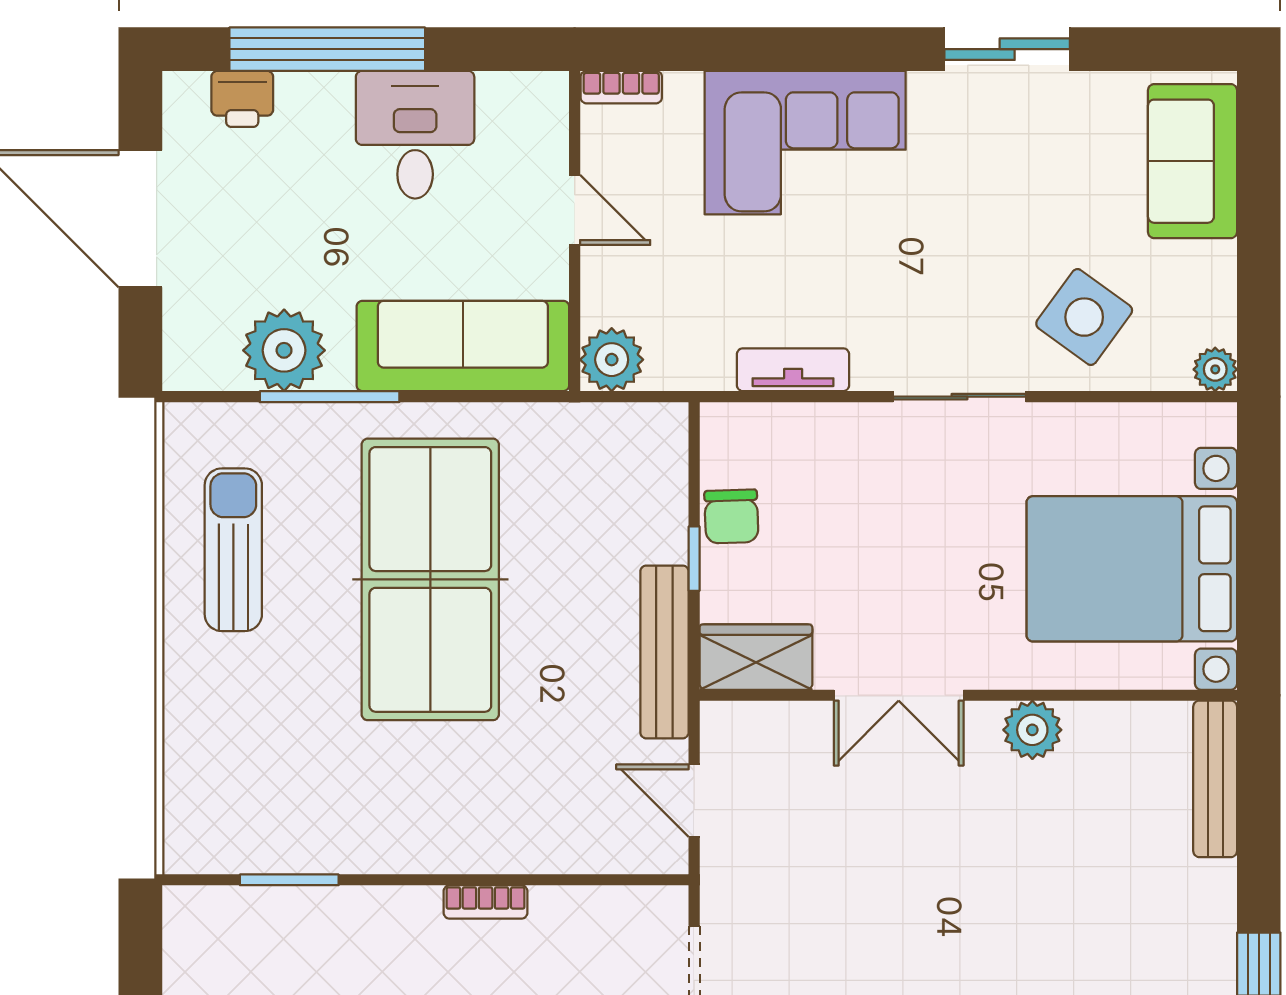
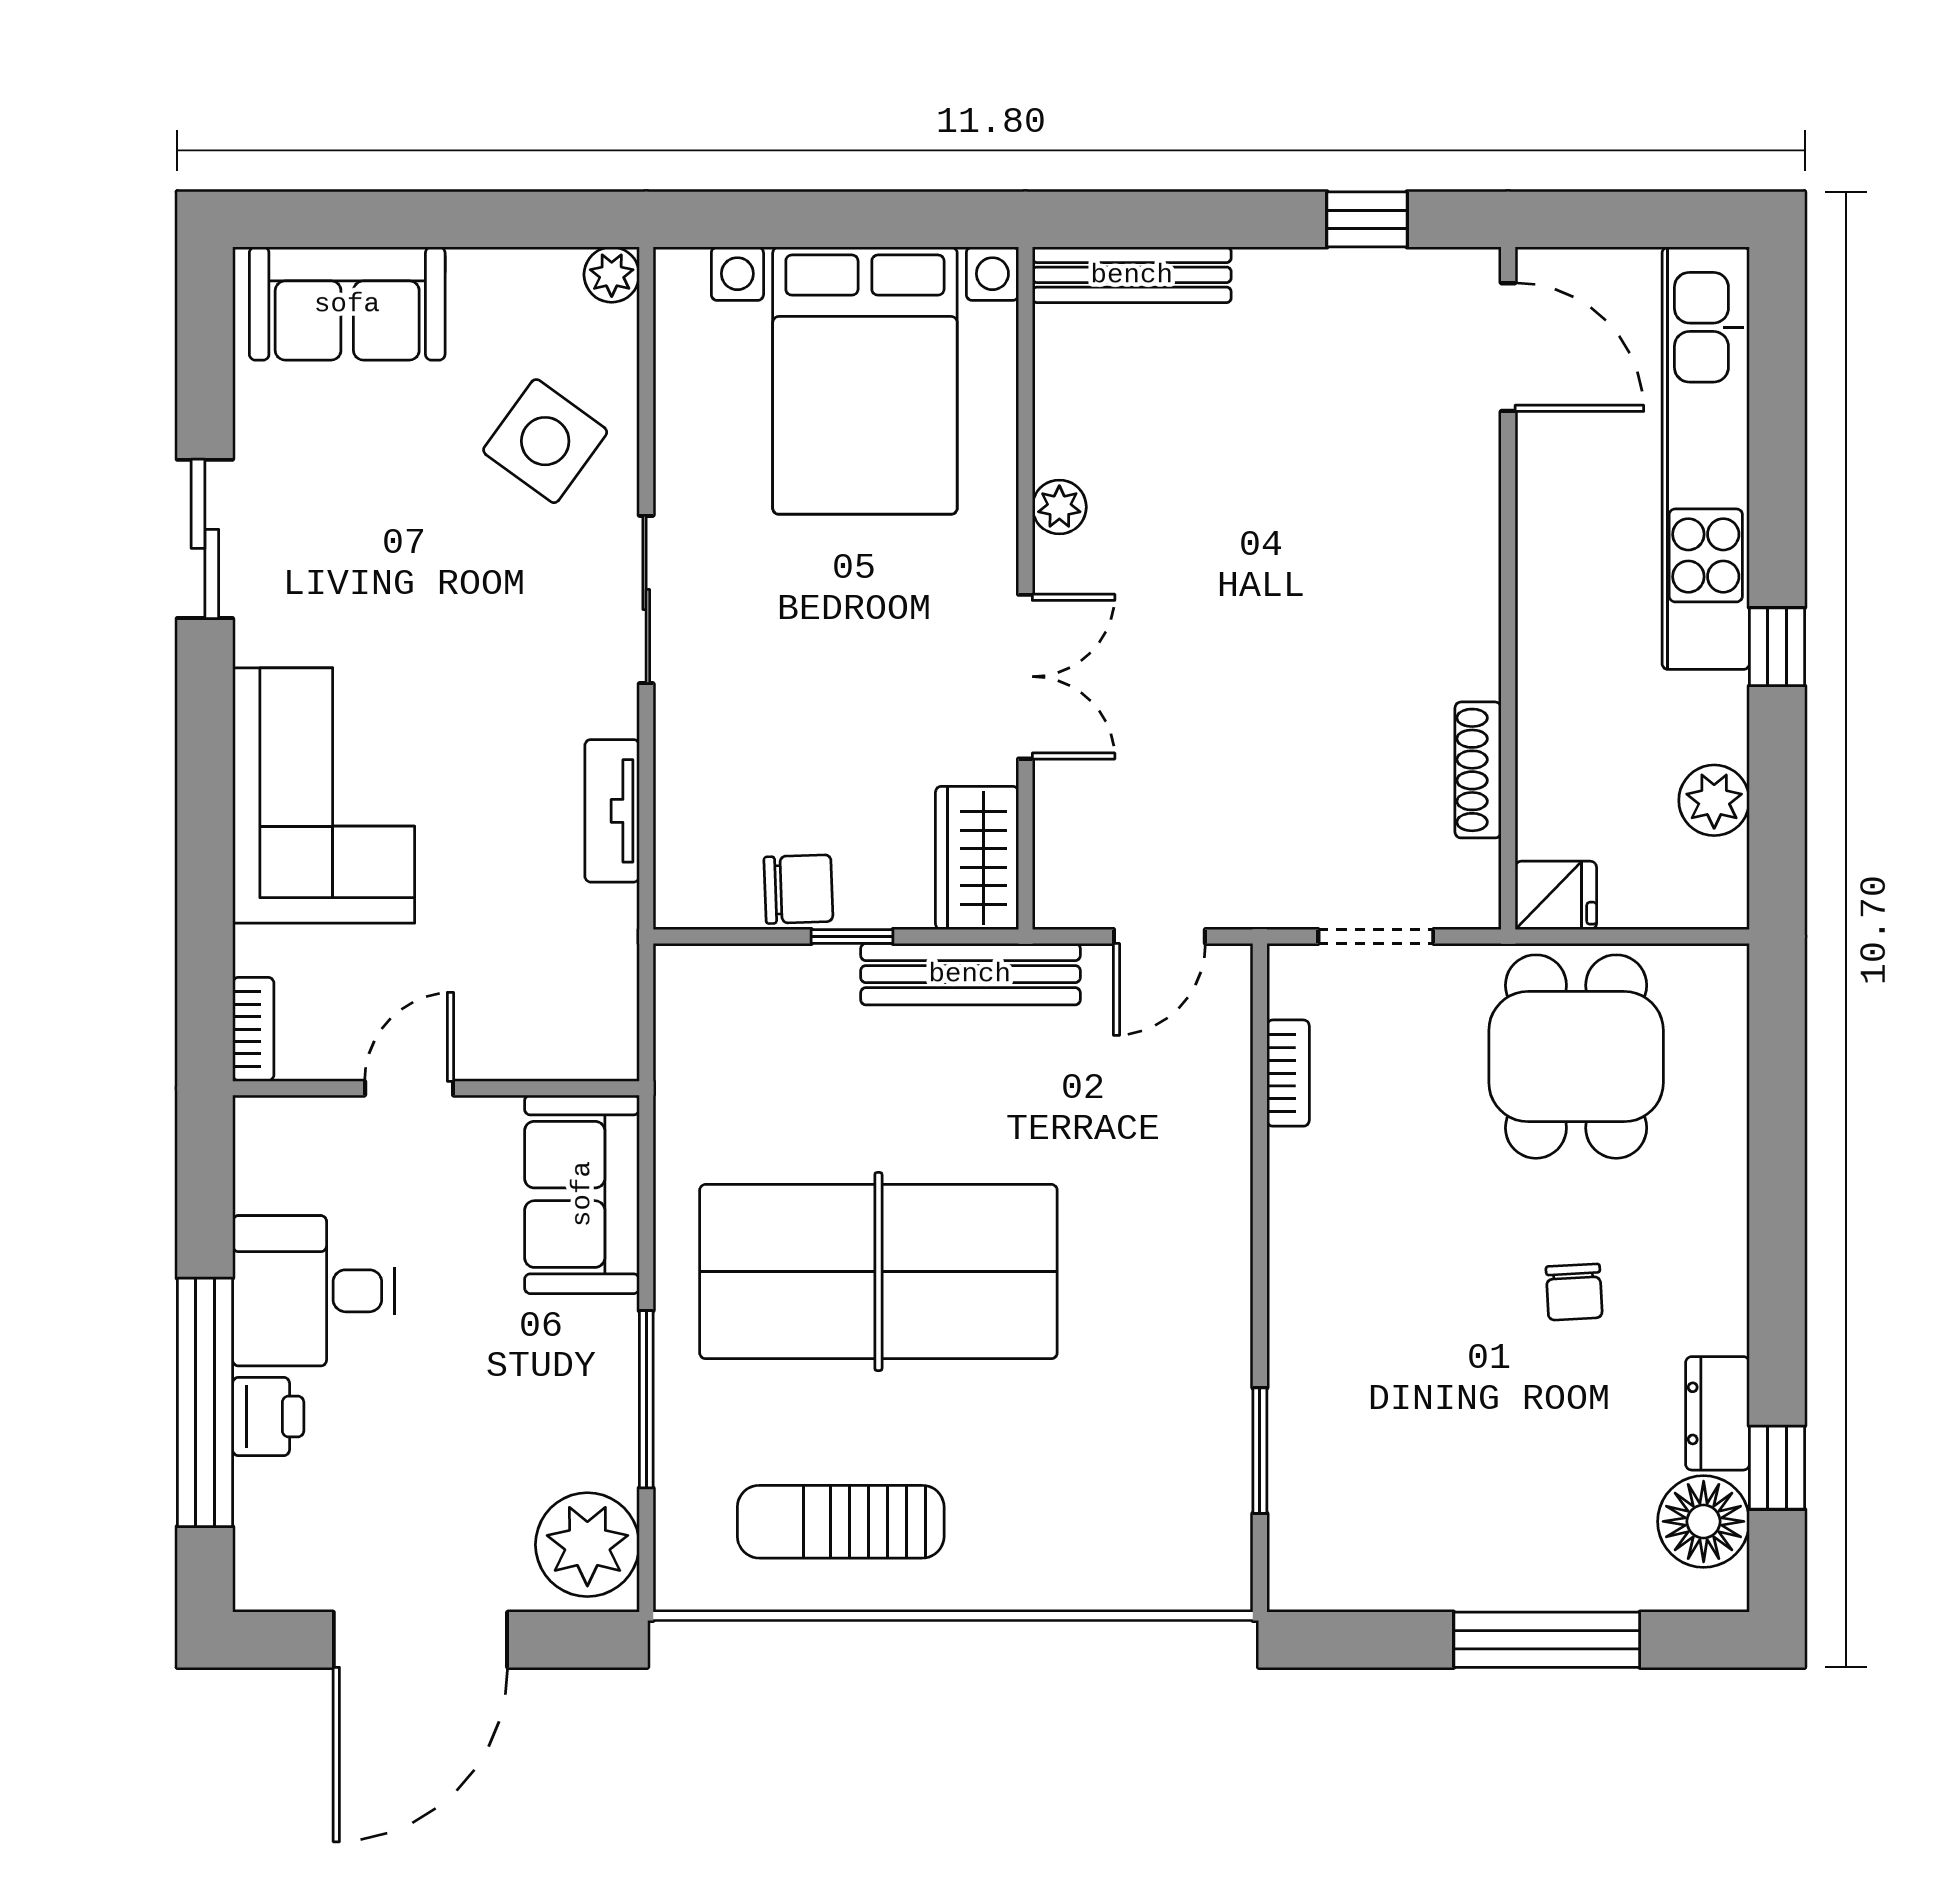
printer: (242, 99) -> (268, 1417), moved
sofa: (463, 346) -> (582, 1194), width x0.73
plant: (284, 350) -> (587, 1545), moved
plant: (612, 360) -> (599, 1041), removed
plant: (1032, 730) -> (1059, 507), width x0.73, depth x0.73
bookcase: (486, 902) -> (1288, 1073), moved

